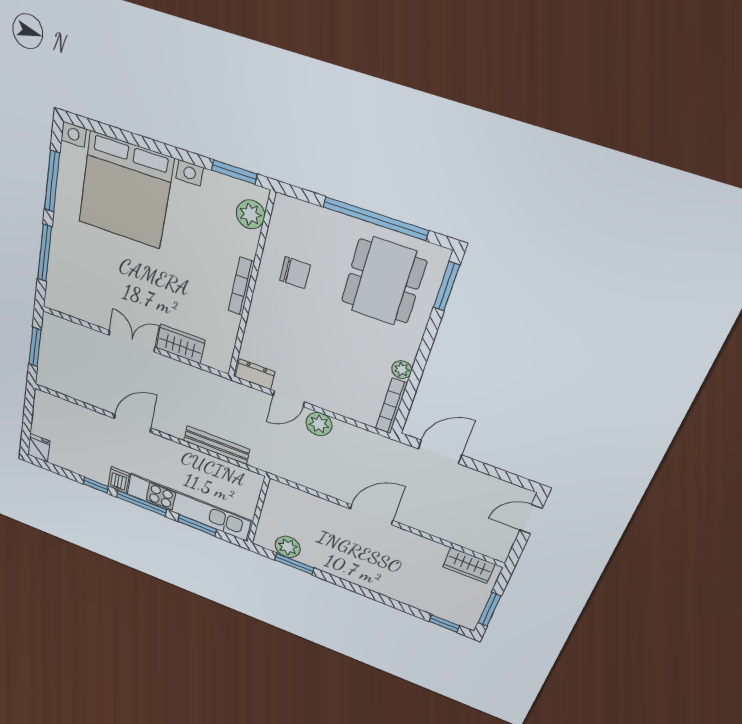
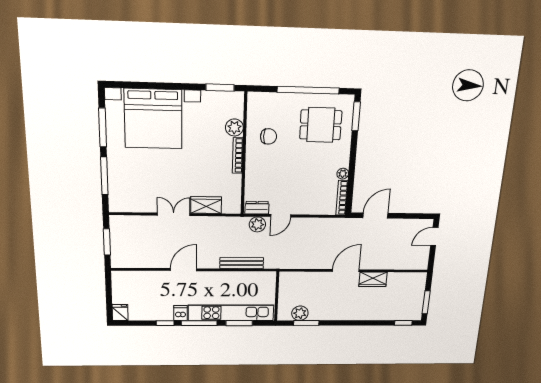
plant: (250, 214) -> (234, 127), moved
dining table: (383, 281) -> (321, 125), width x0.73
plant: (319, 424) -> (257, 224), moved
wardrobe: (469, 565) -> (373, 279), moved

